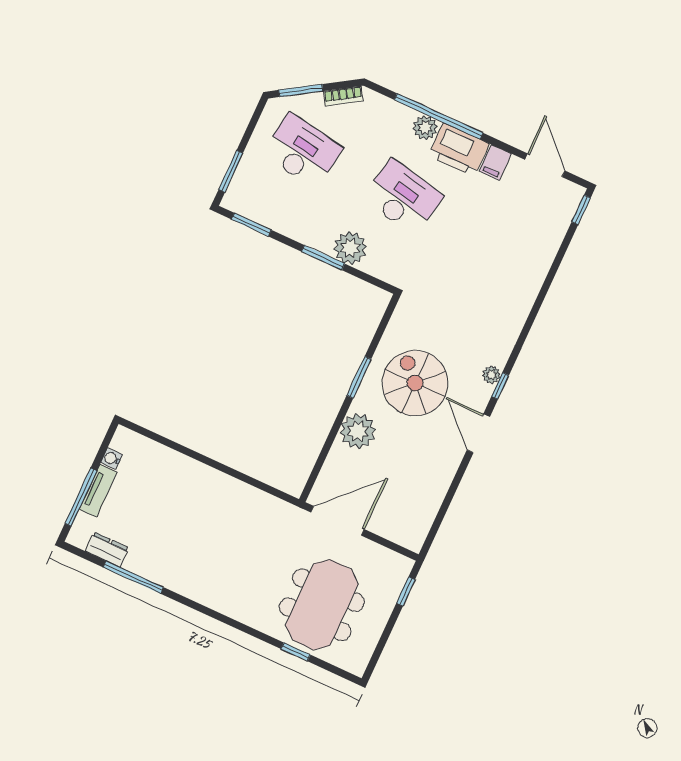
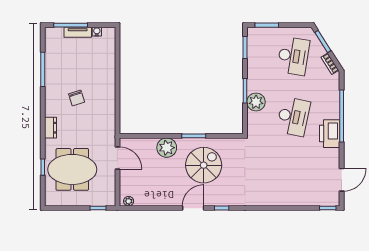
plant: (425, 128) -> (333, 112), removed
filing cabinet: (495, 162) -> (332, 155), removed
plant: (491, 375) -> (129, 201), moved
door: (337, 521) -> (117, 158), width x0.73
chair: (206, 543) -> (77, 98), added
dresser: (107, 549) -> (51, 128), moved

